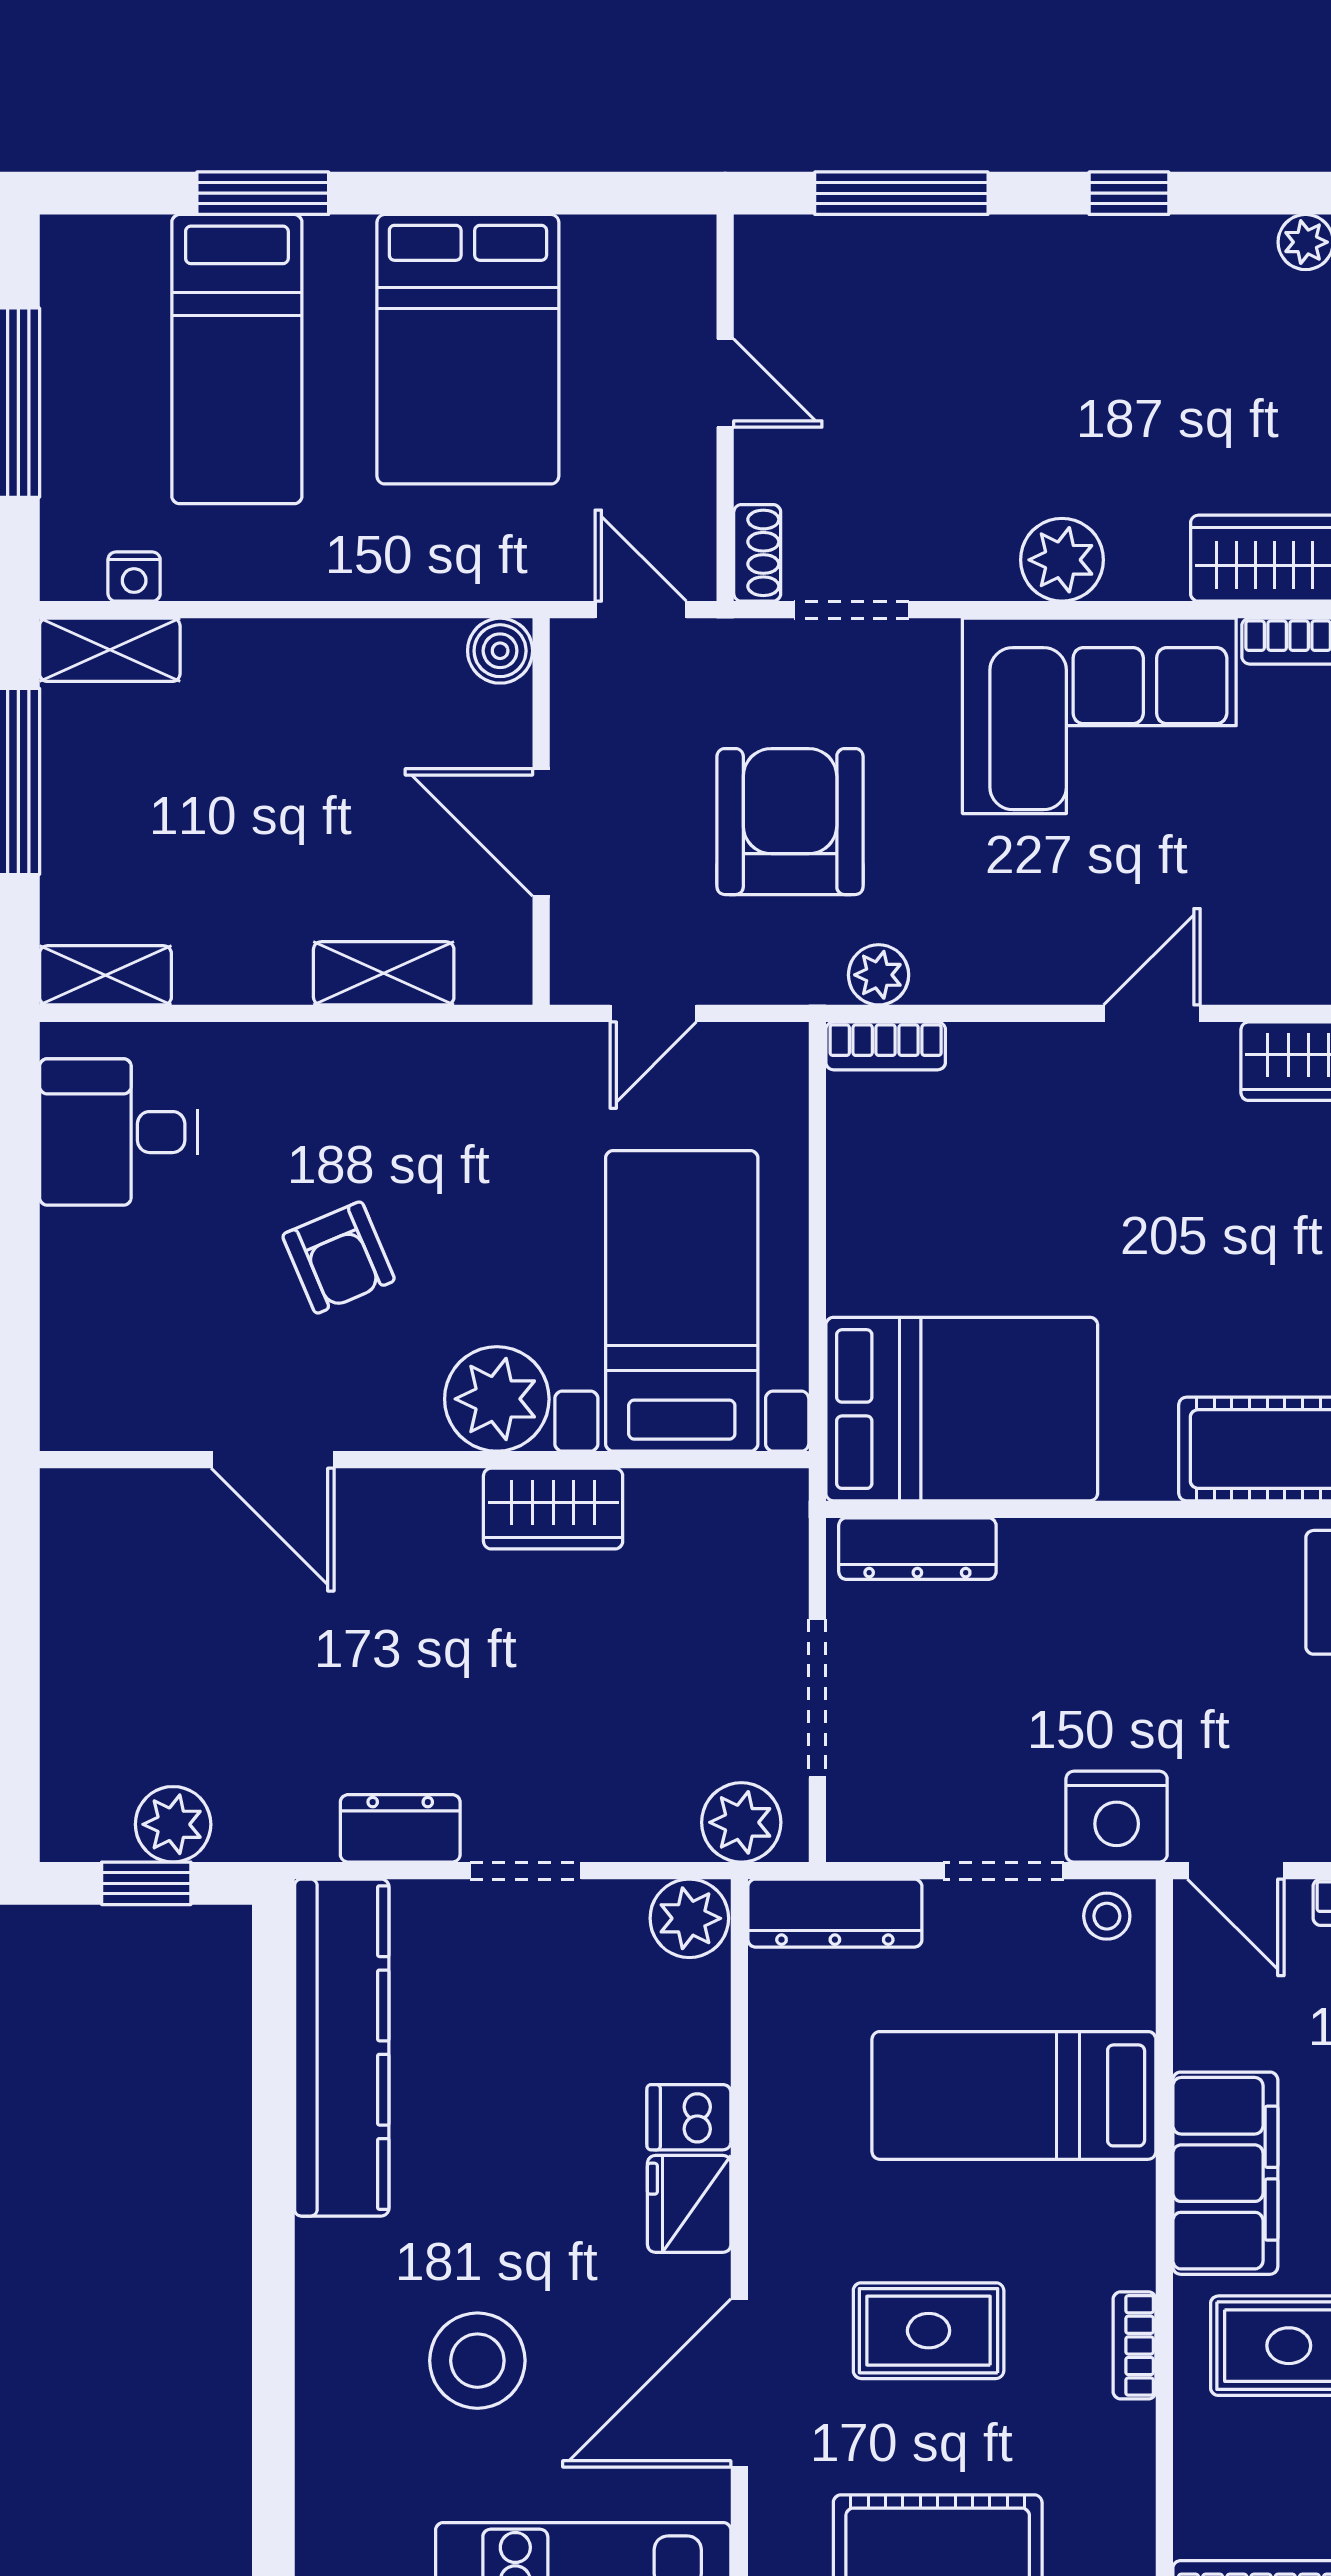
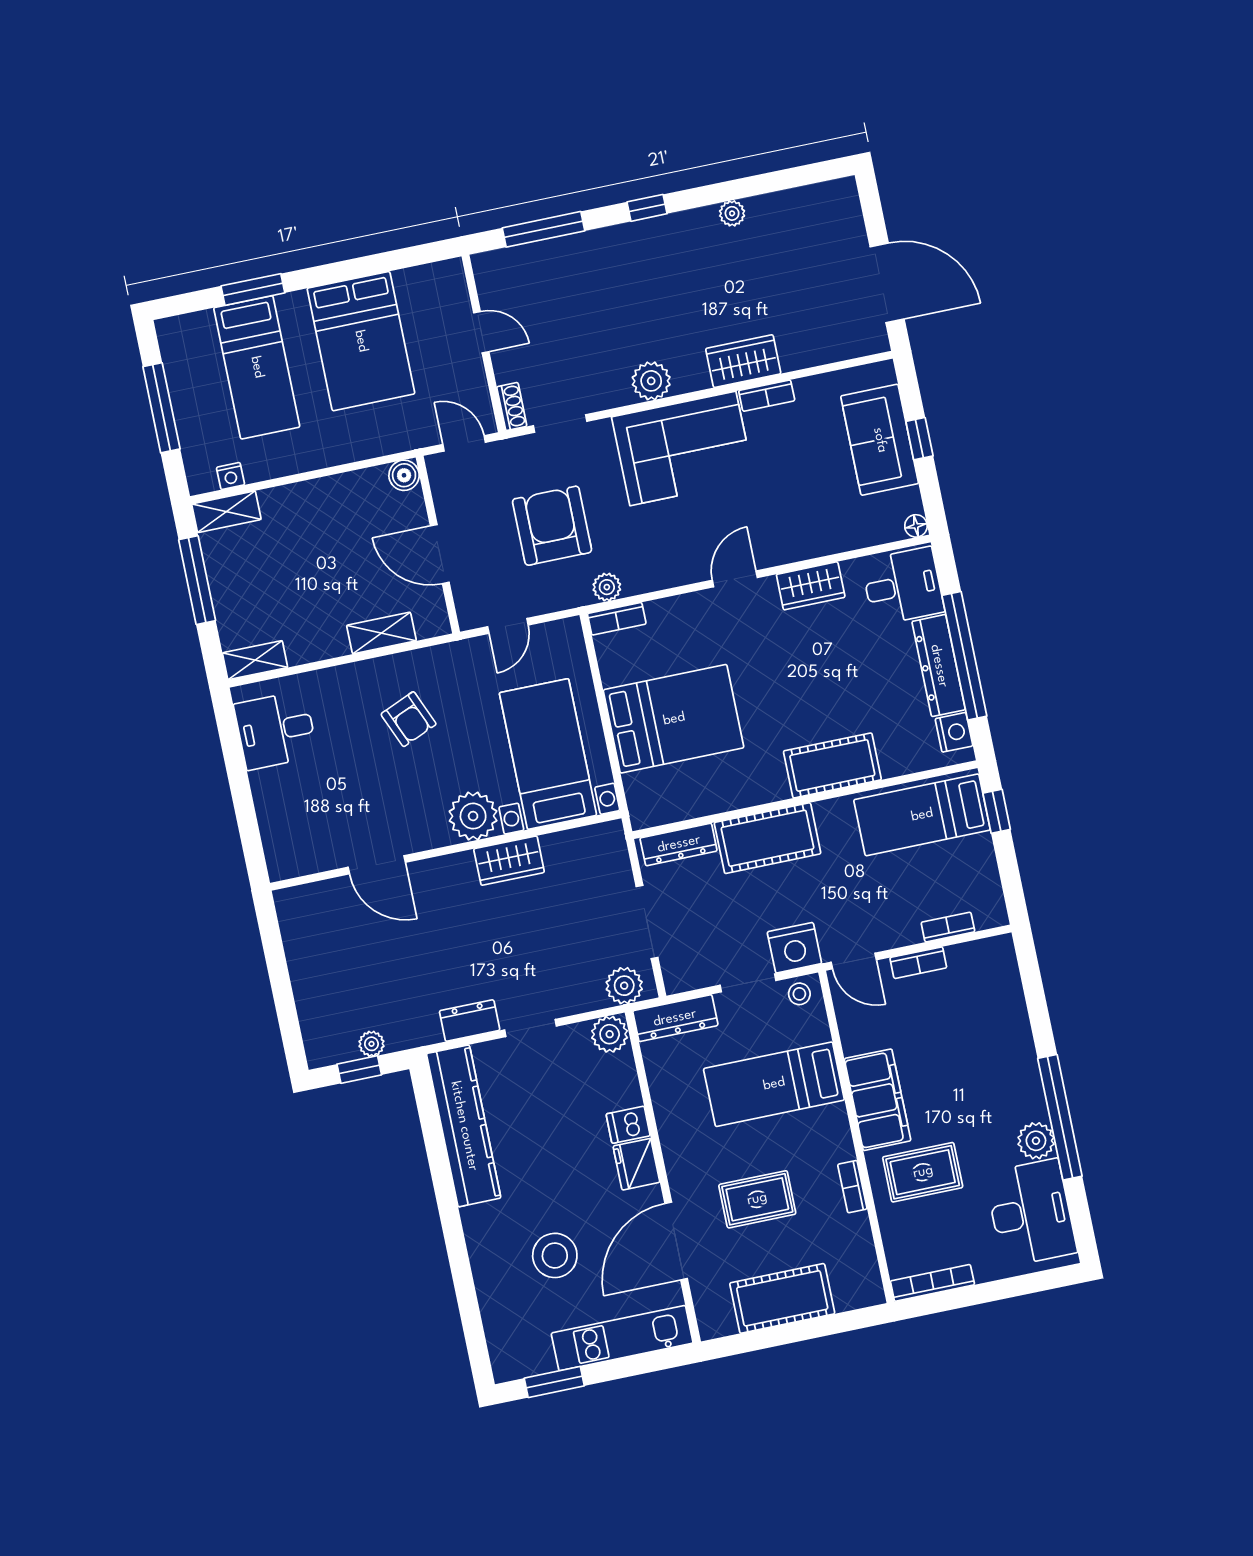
armchair: (339, 1258) -> (409, 719), moved
bed: (962, 1409) -> (674, 719), moved
cot: (1108, 1574) -> (768, 838), added
plant: (173, 1824) -> (371, 1044), width x0.73, depth x0.73

